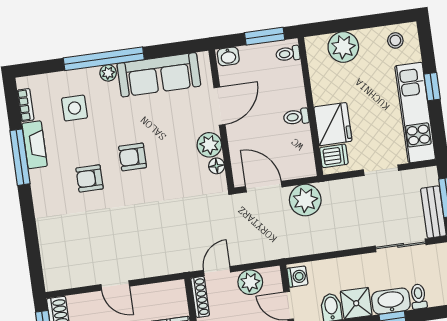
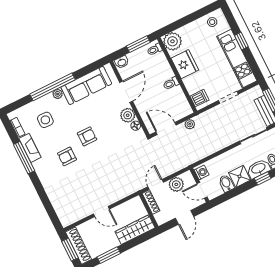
plant: (343, 47) -> (173, 41), moved
fridge: (333, 124) -> (185, 64), moved
armchair: (133, 157) -> (87, 136), turned 180
plant: (305, 200) -> (190, 124), width x0.53, depth x0.53

